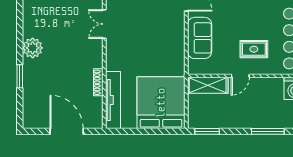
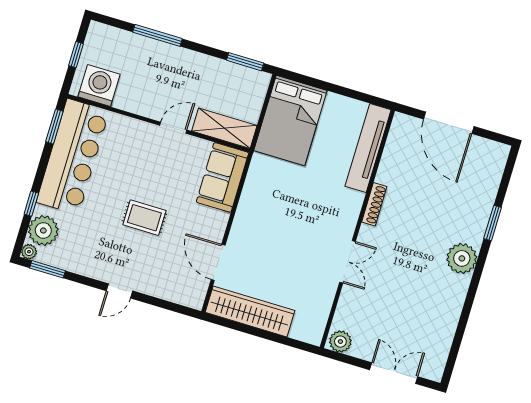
sofa: (200, 38) -> (223, 177), moved
rug: (254, 49) -> (144, 218), moved
shoe rack: (98, 82) -> (374, 204), moved
bed: (161, 103) -> (290, 120), width x0.73

